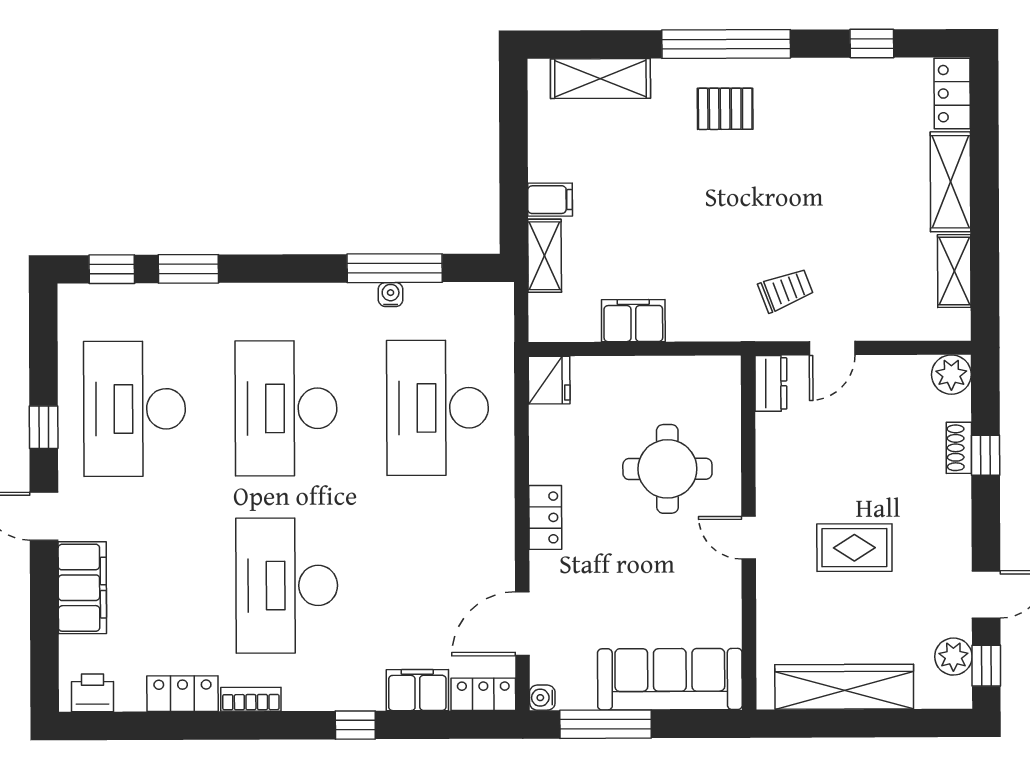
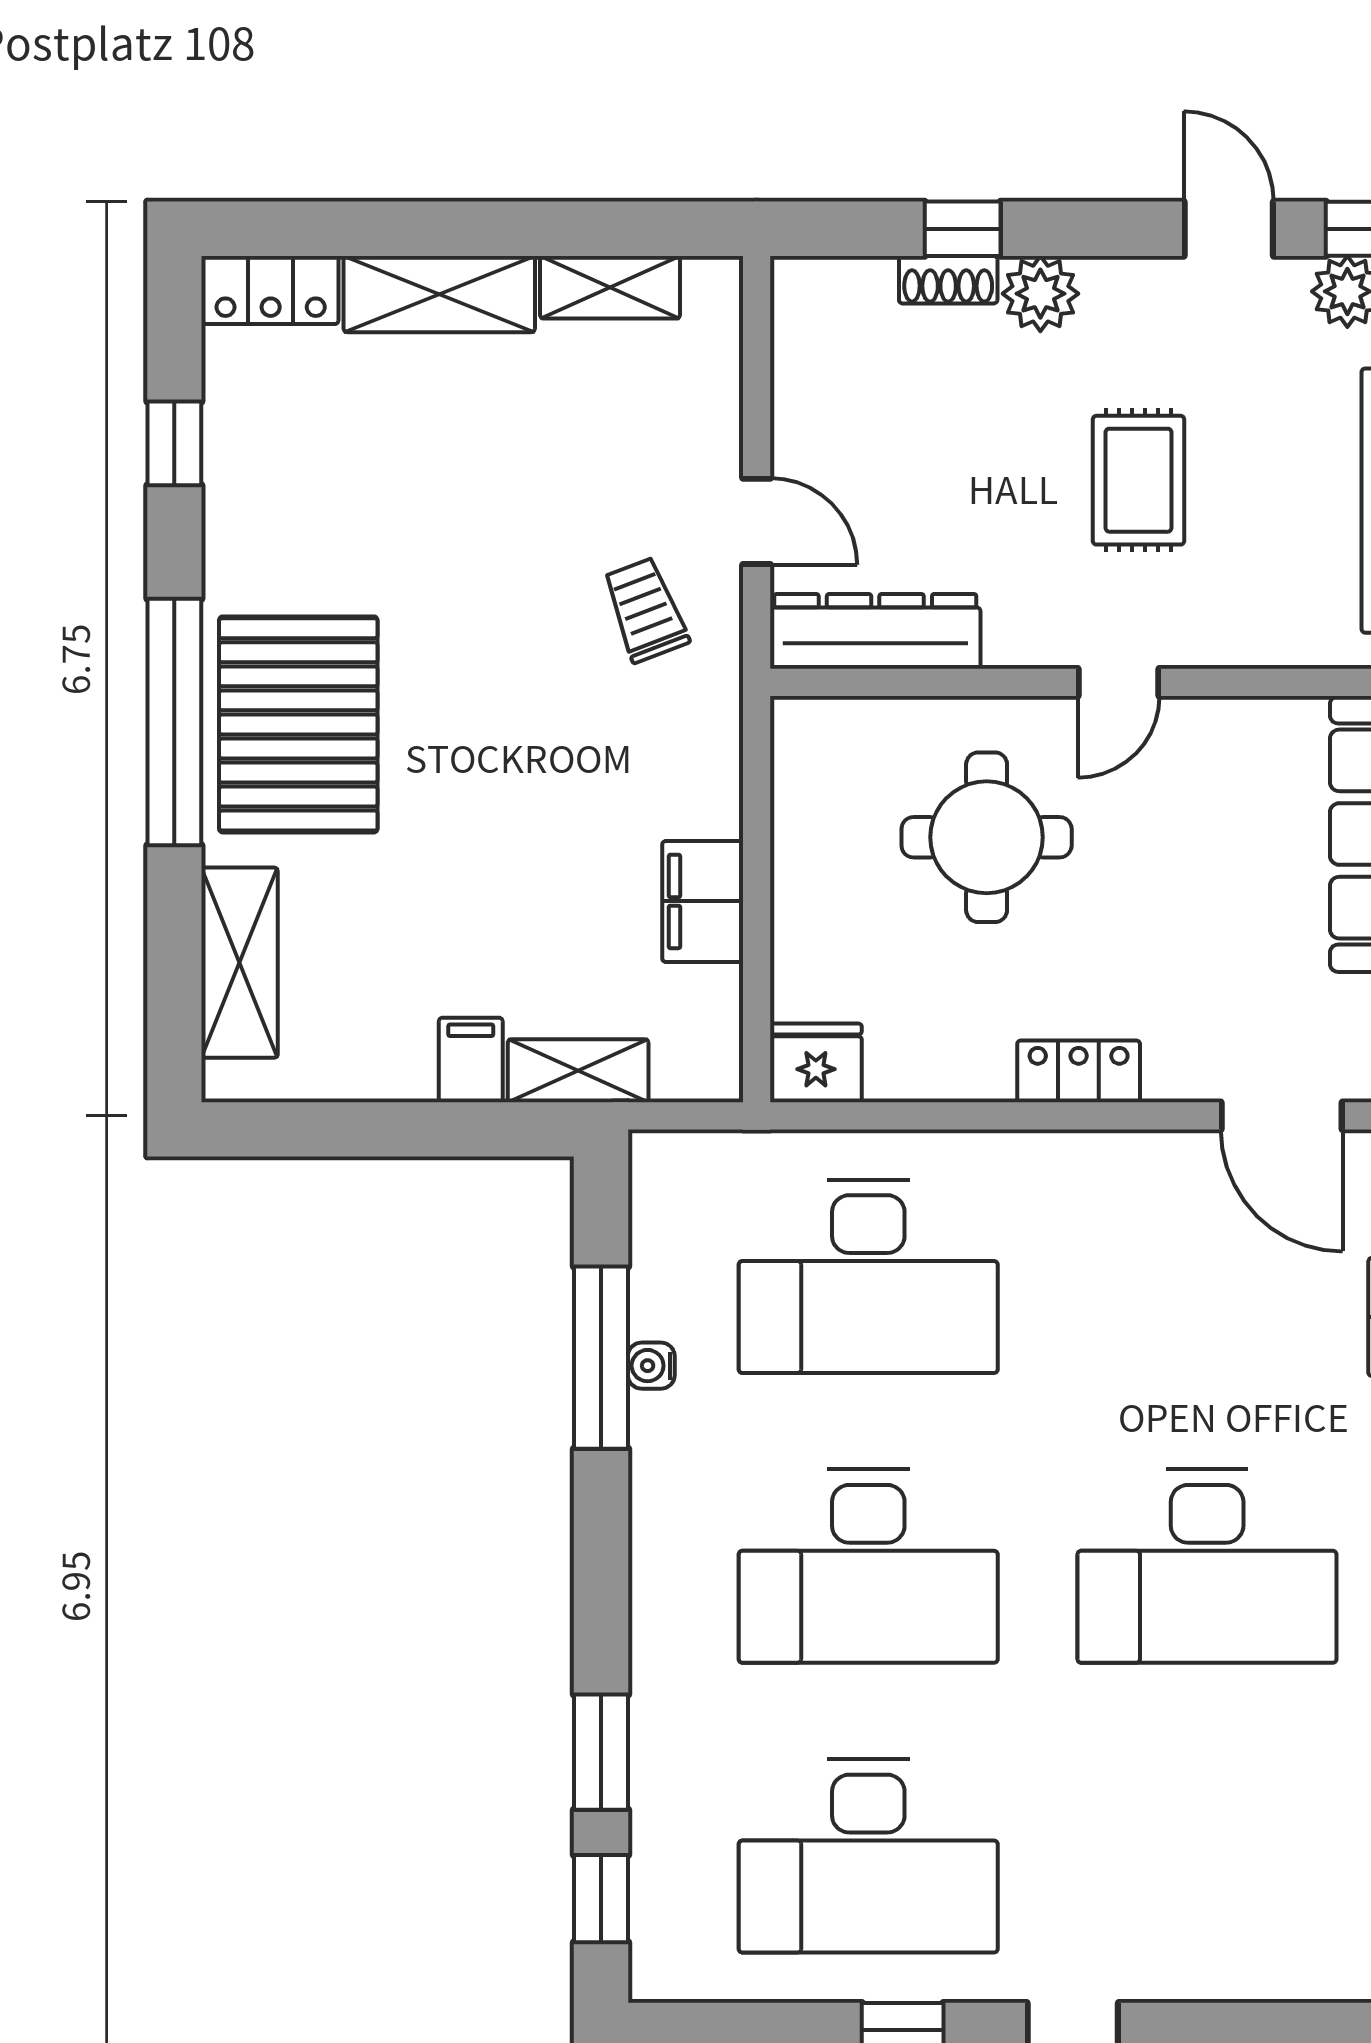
pallet: (725, 109) -> (298, 724), width x2.05, depth x2.00
plant: (951, 375) -> (1040, 294), moved
dresser: (771, 383) -> (875, 631), width x1.96, depth x1.24
filing cabinet: (82, 588) -> (1210, 1957), removed

